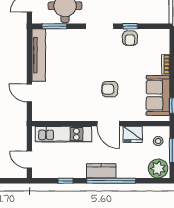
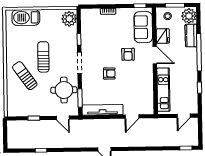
plant: (157, 14) -> (69, 19), added
armchair: (130, 38) -> (109, 73), moved
sofa: (158, 95) -> (143, 27), moved, turned 90
door: (108, 124) -> (155, 55), hinge flipped
kitchen counter: (101, 171) -> (191, 36), moved

